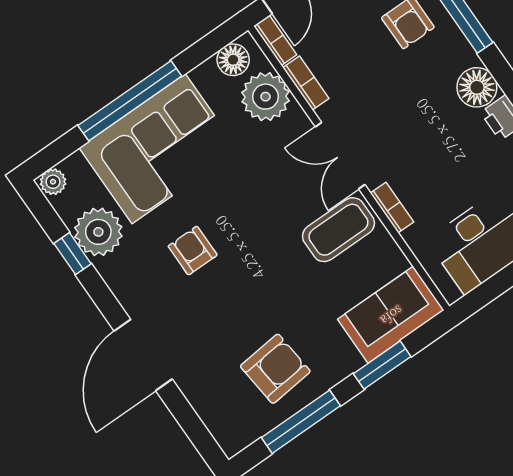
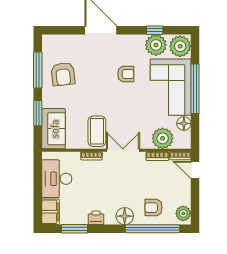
floor lamp: (233, 60) -> (184, 123), moved
floor lamp: (477, 87) -> (125, 216), moved
plant: (53, 182) -> (180, 46), width x1.88, depth x1.88

